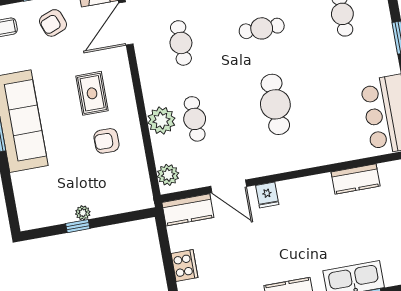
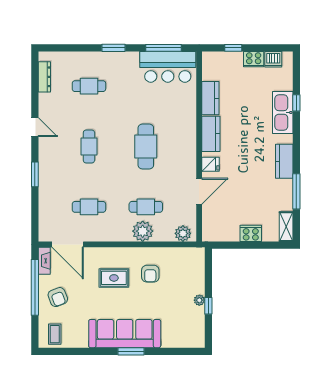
cafe table: (275, 104) -> (146, 146), turned 90
kitchen counter: (188, 210) -> (211, 134), moved

